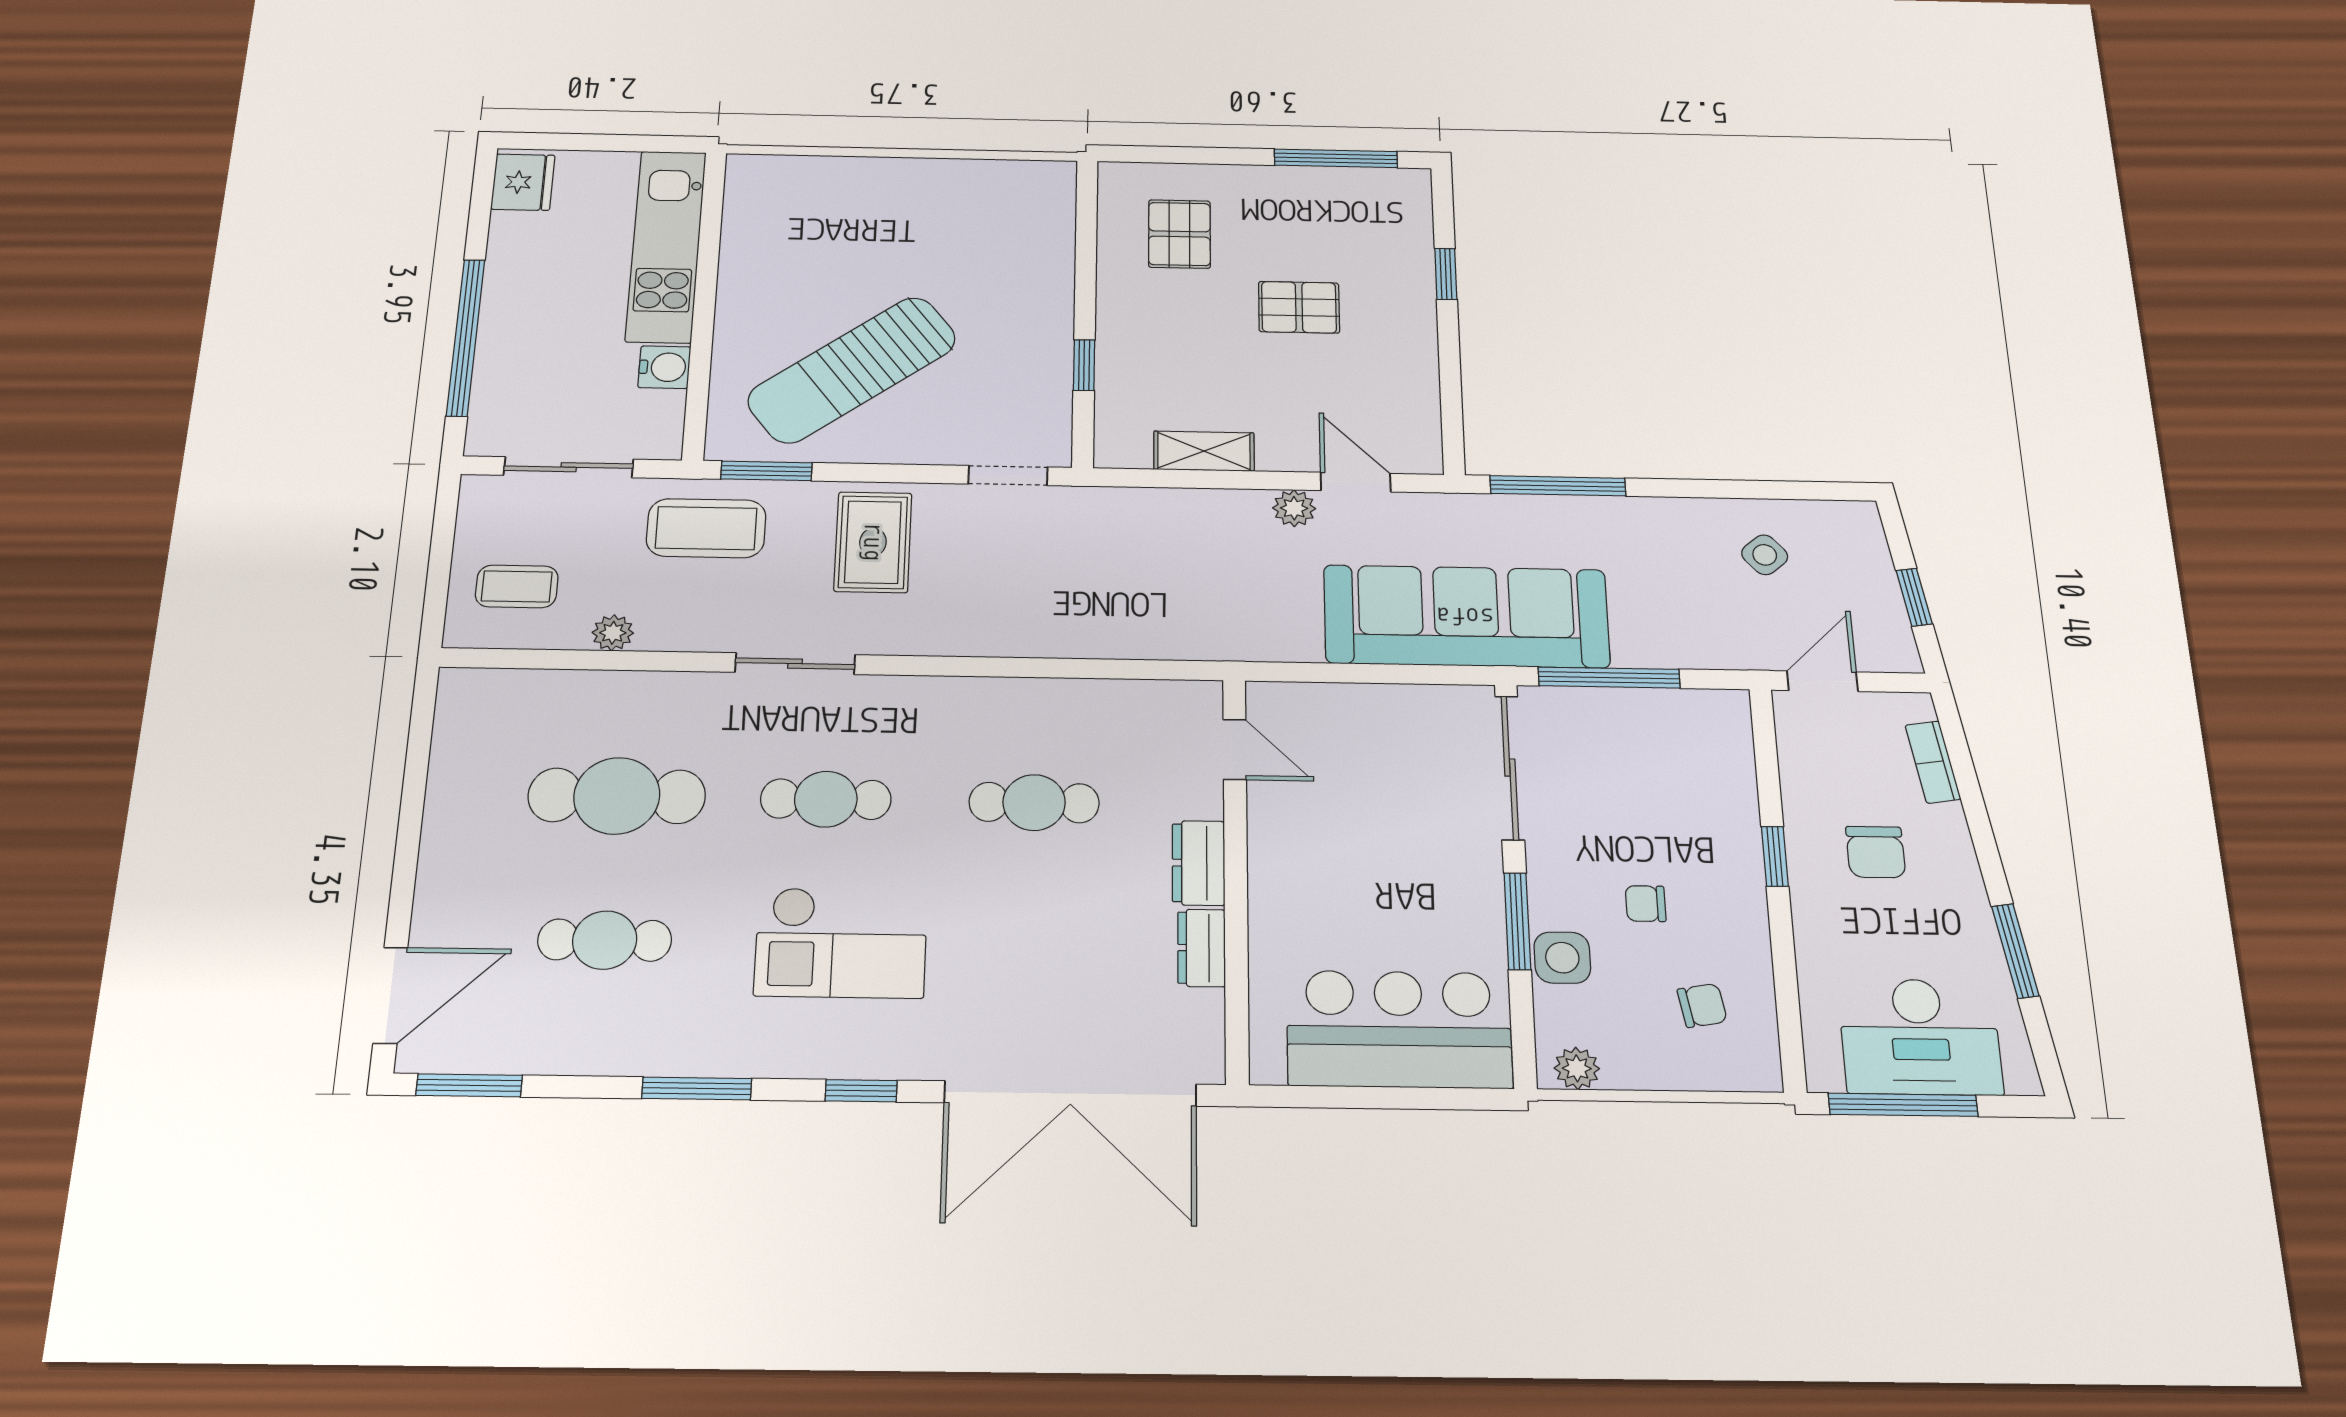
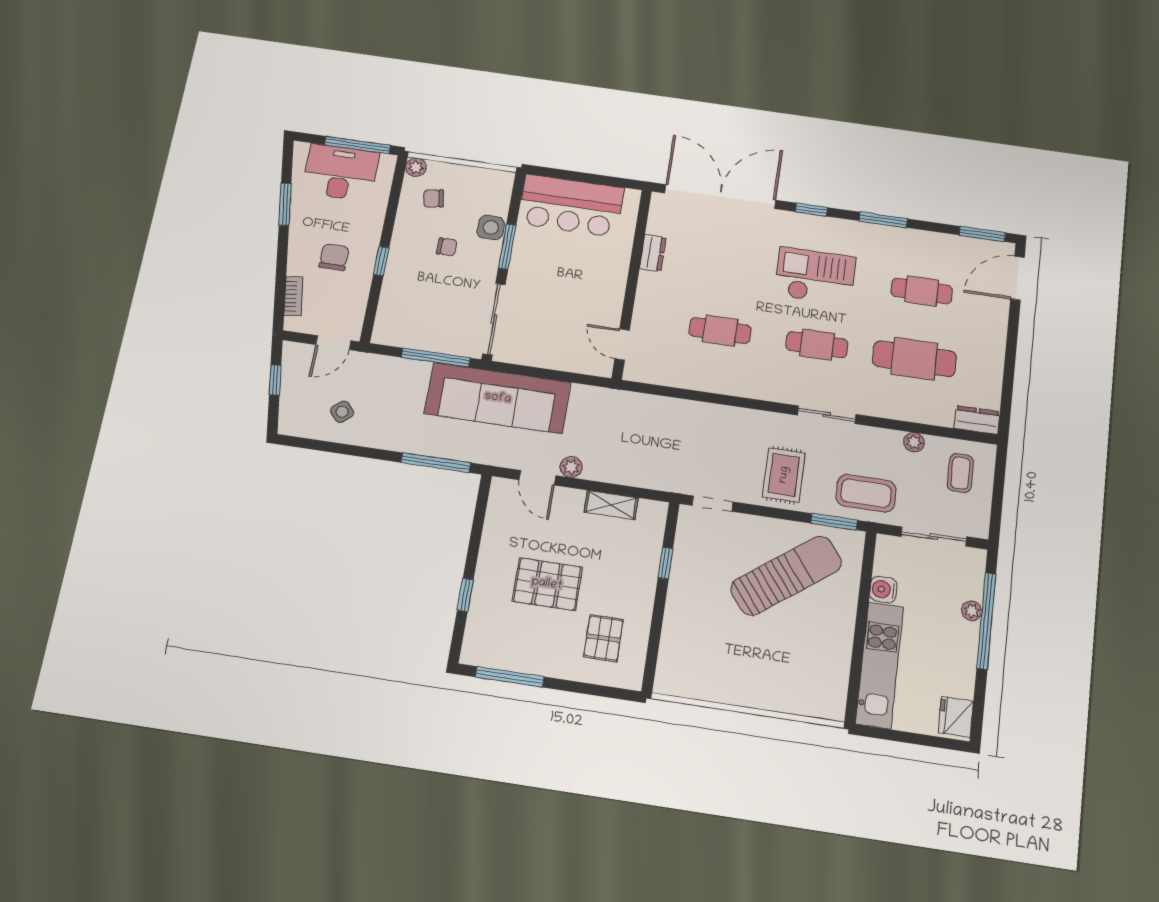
pallet: (1299, 307) -> (547, 584), width x1.50, depth x1.42
plant: (494, 350) -> (972, 611), added
coffee table: (517, 586) -> (960, 473), turned 90
dresser: (1198, 863) -> (977, 420), moved, turned -90
plant: (1577, 1068) -> (416, 167), moved

